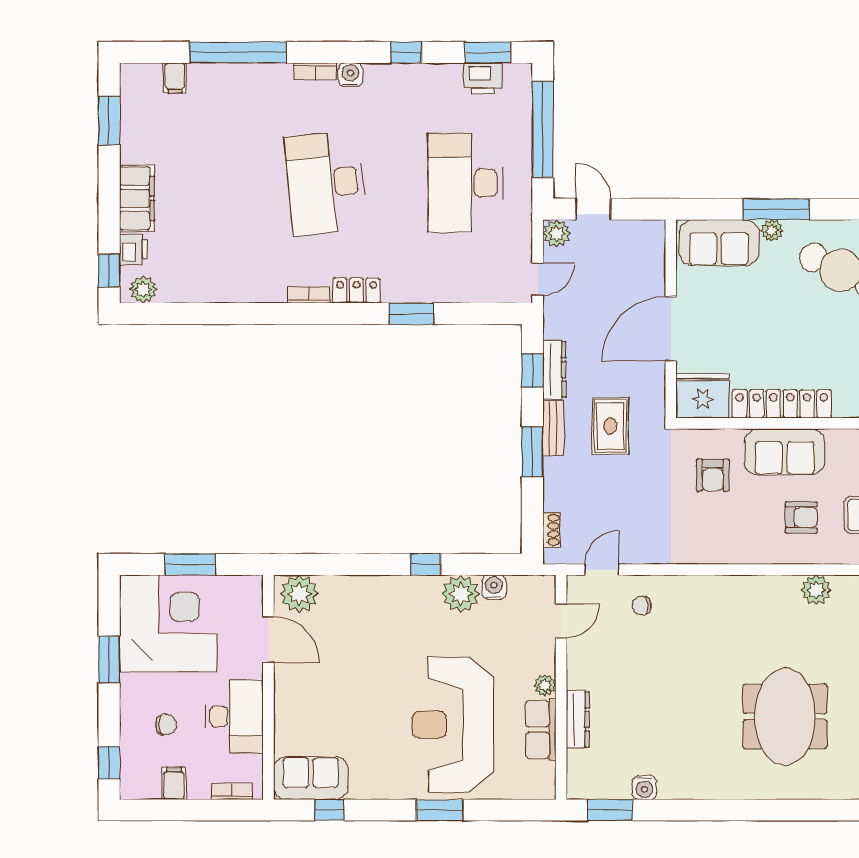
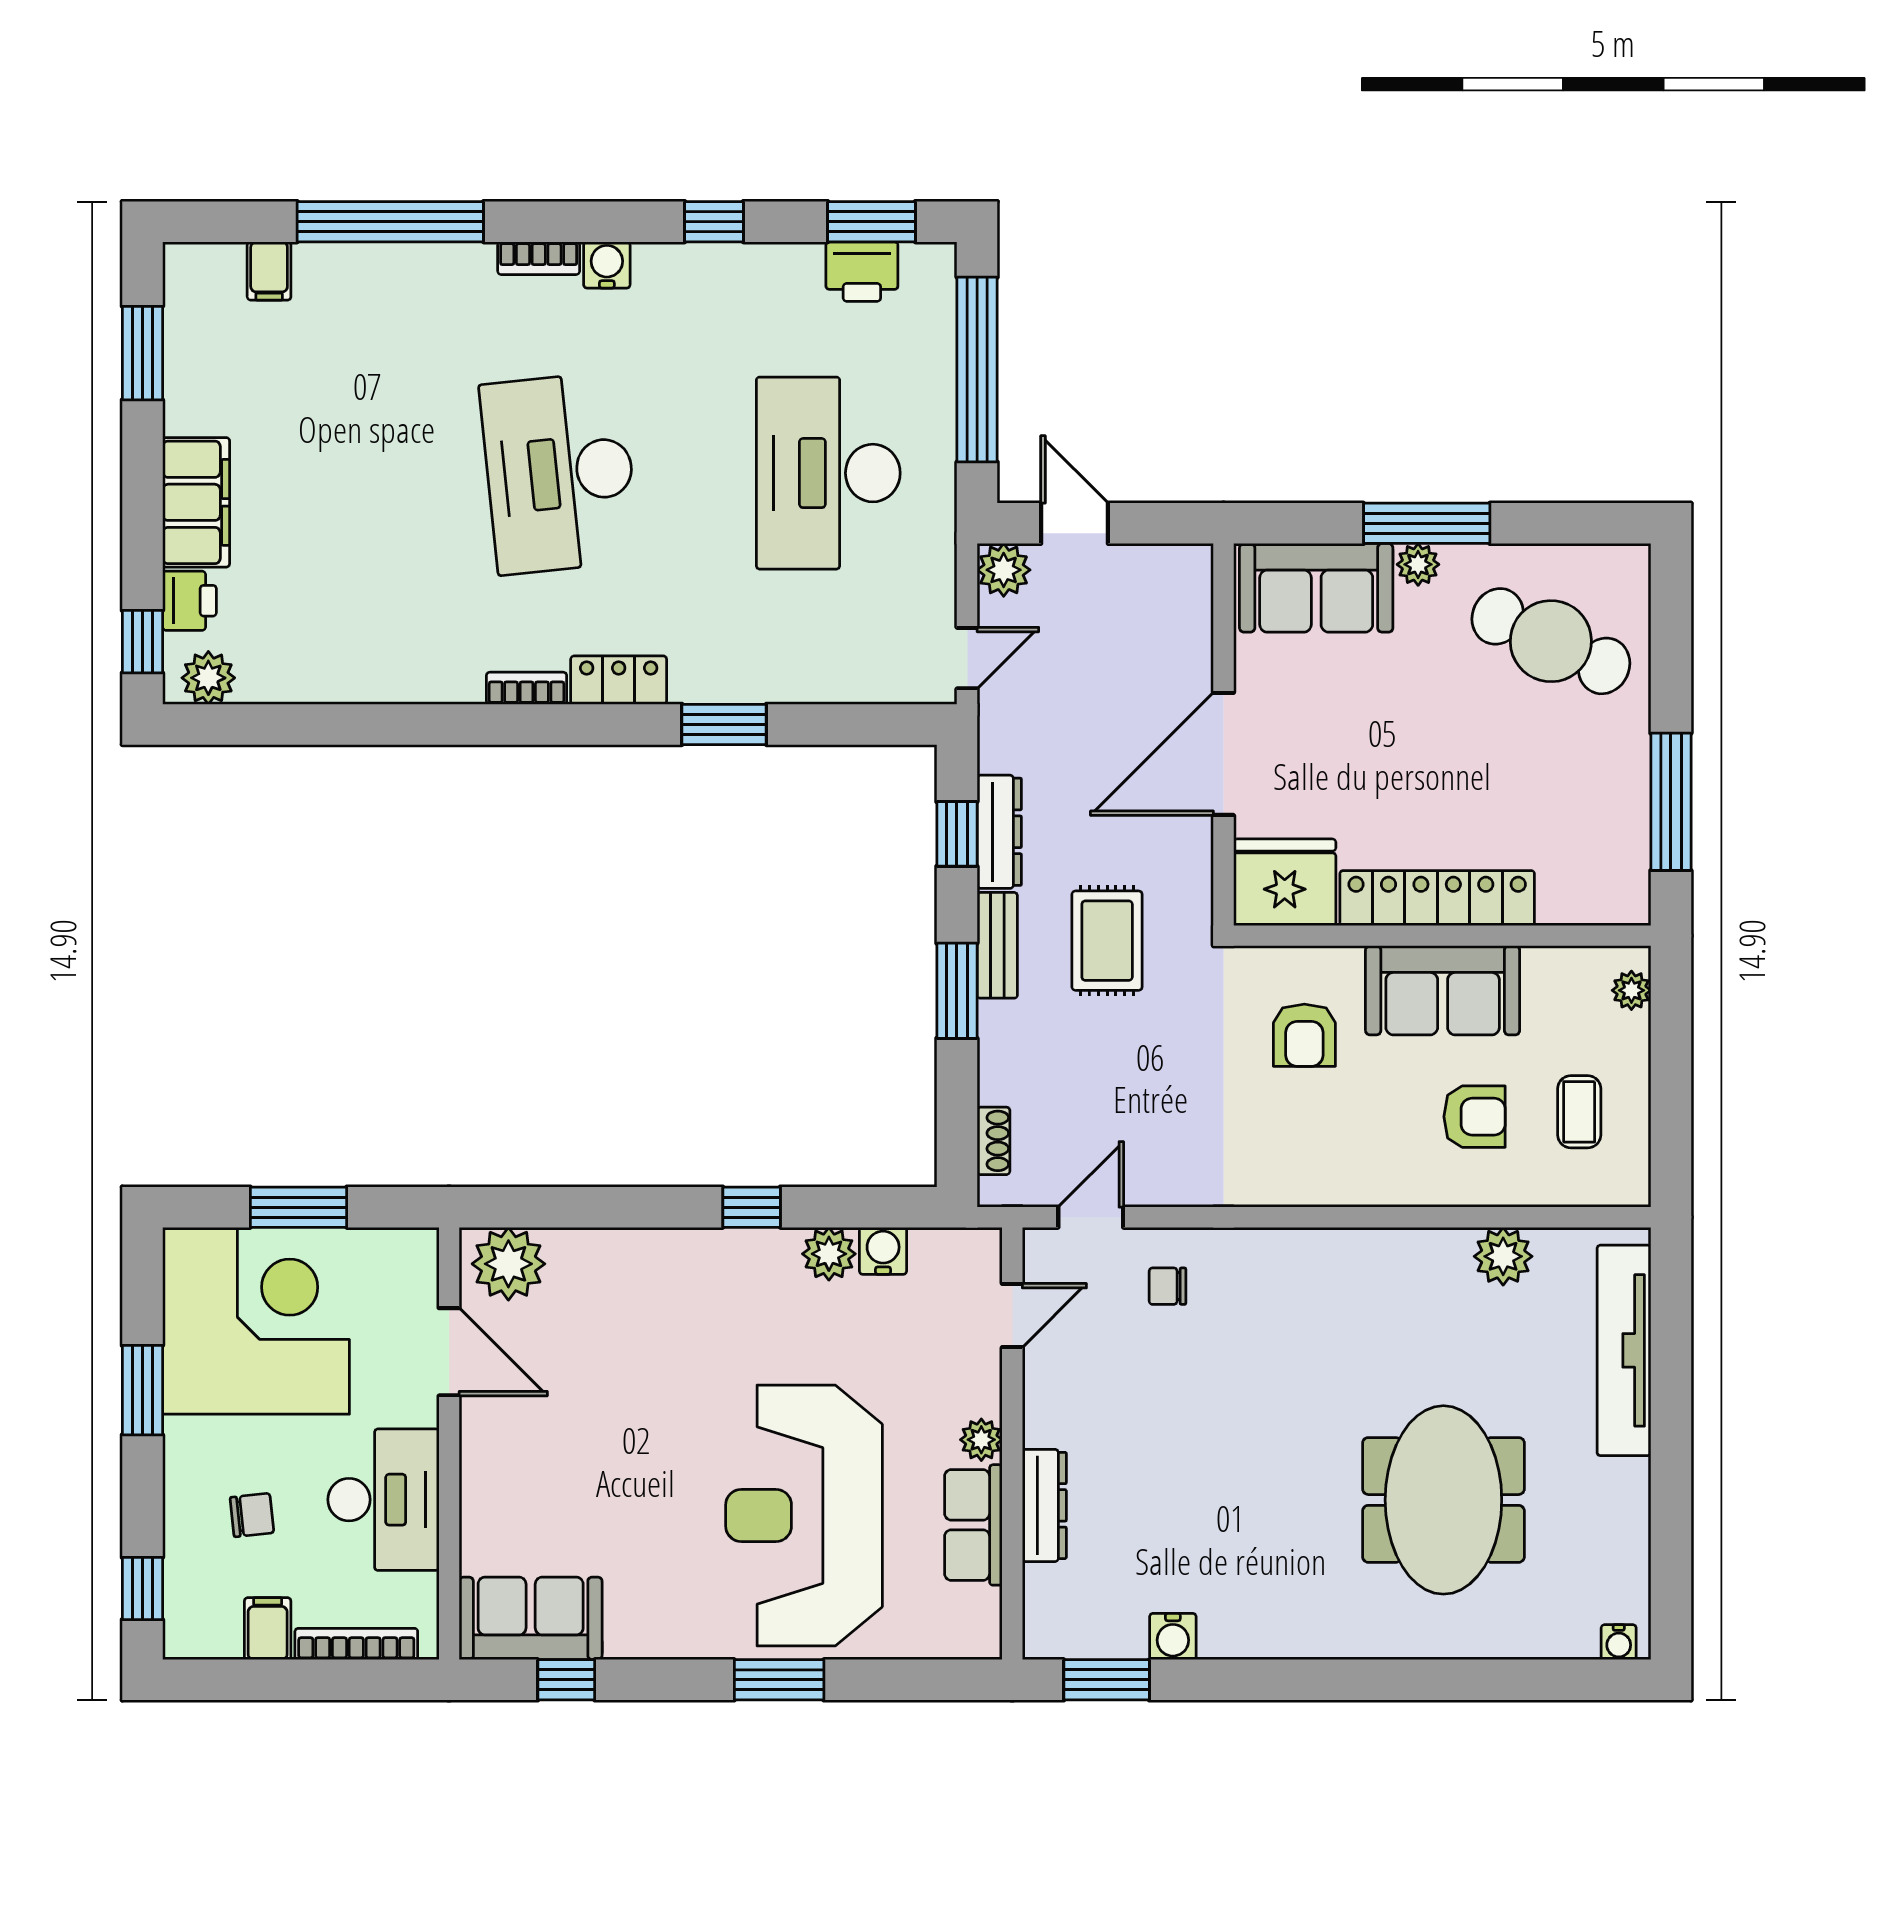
plant: (461, 594) -> (829, 1254), width x0.73, depth x0.73
bookcase: (232, 791) -> (356, 1644), width x1.56

